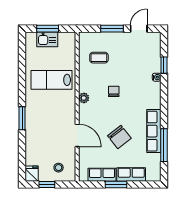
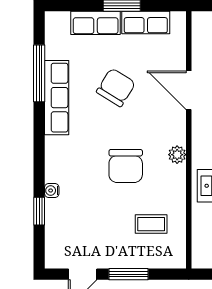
chair: (114, 91) -> (126, 166), width x1.87, depth x1.87
chair: (119, 137) -> (116, 87), turned 70

